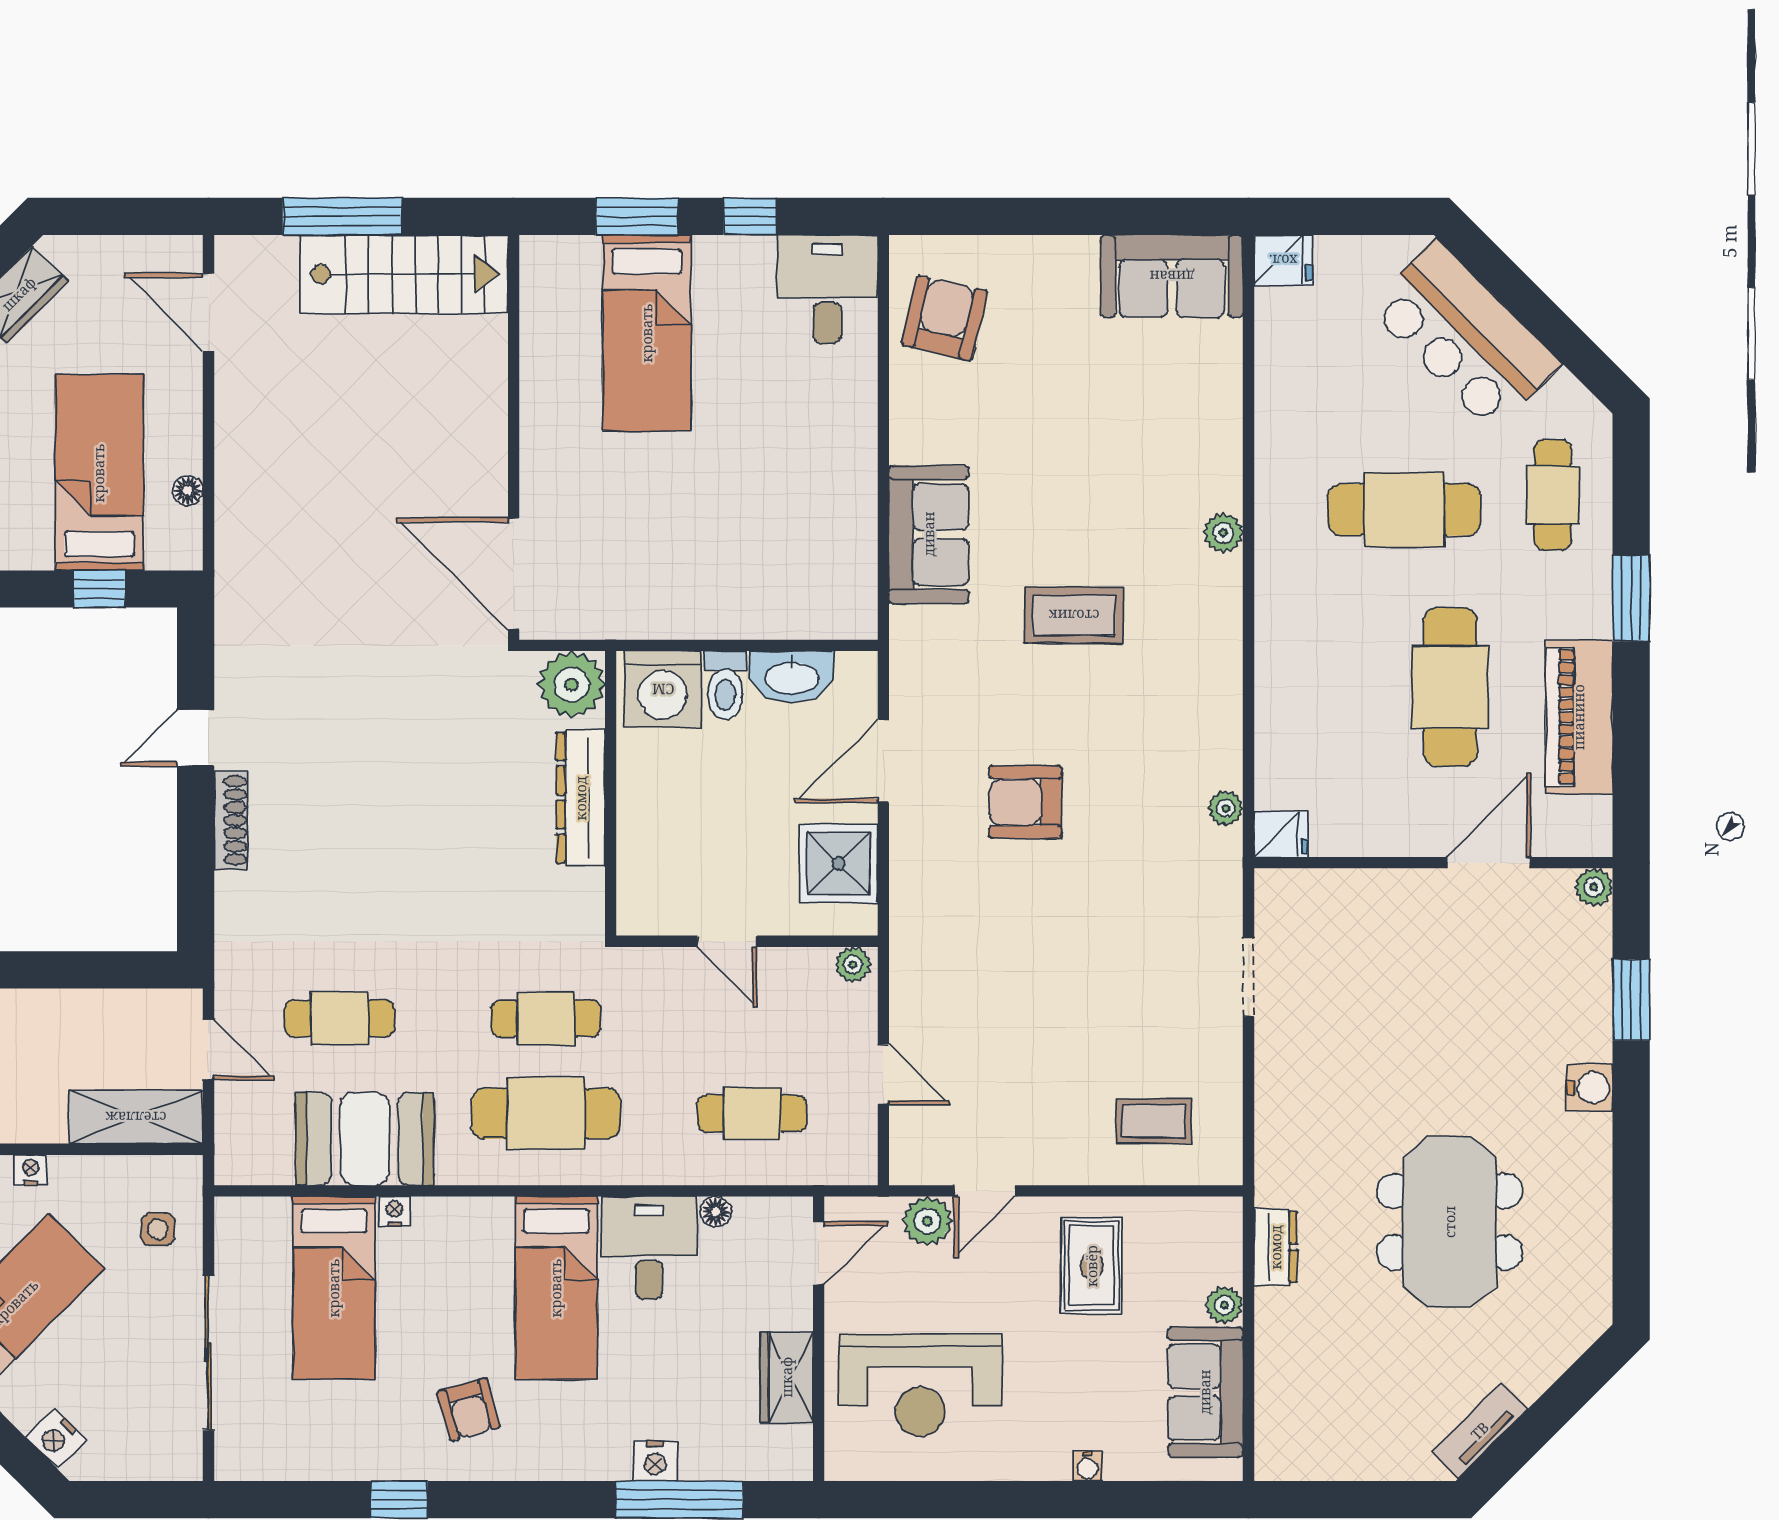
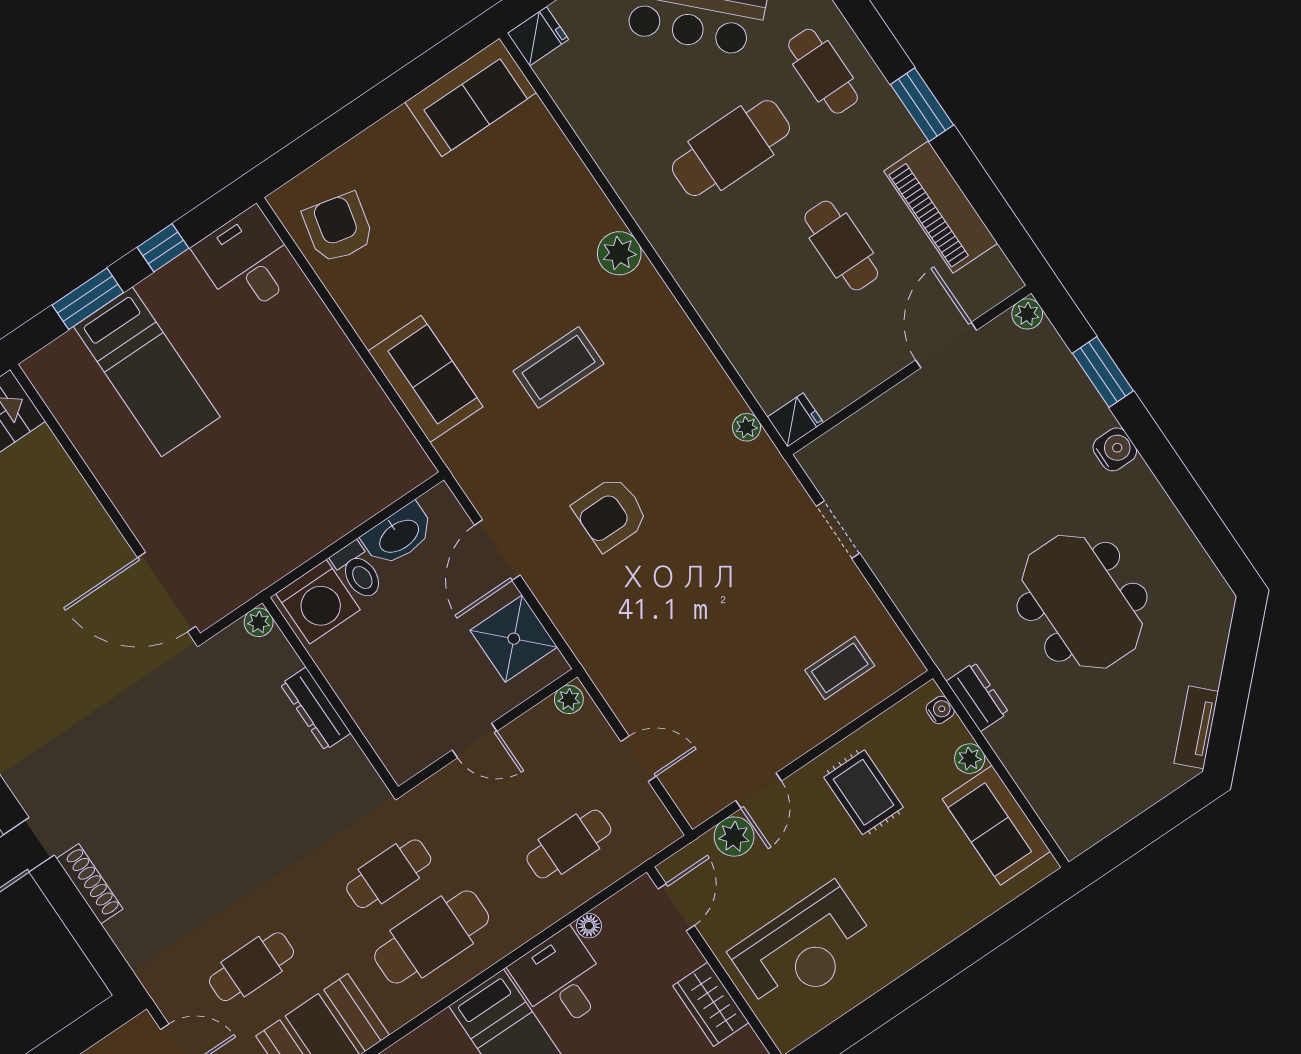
plant: (1223, 533) -> (619, 253), width x1.38, depth x1.38
plant: (572, 684) -> (259, 622), width x0.53, depth x0.53
cafe table: (1450, 687) -> (841, 246), width x0.73, depth x0.74
dresser: (581, 798) -> (316, 709), width x0.73, depth x0.80
water cooler: (1087, 1466) -> (940, 710), moved, turned -90

